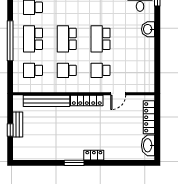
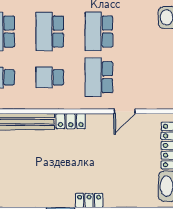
school desk: (101, 70) -> (99, 77), width x1.85
locker: (87, 100) -> (71, 121), width x0.66

